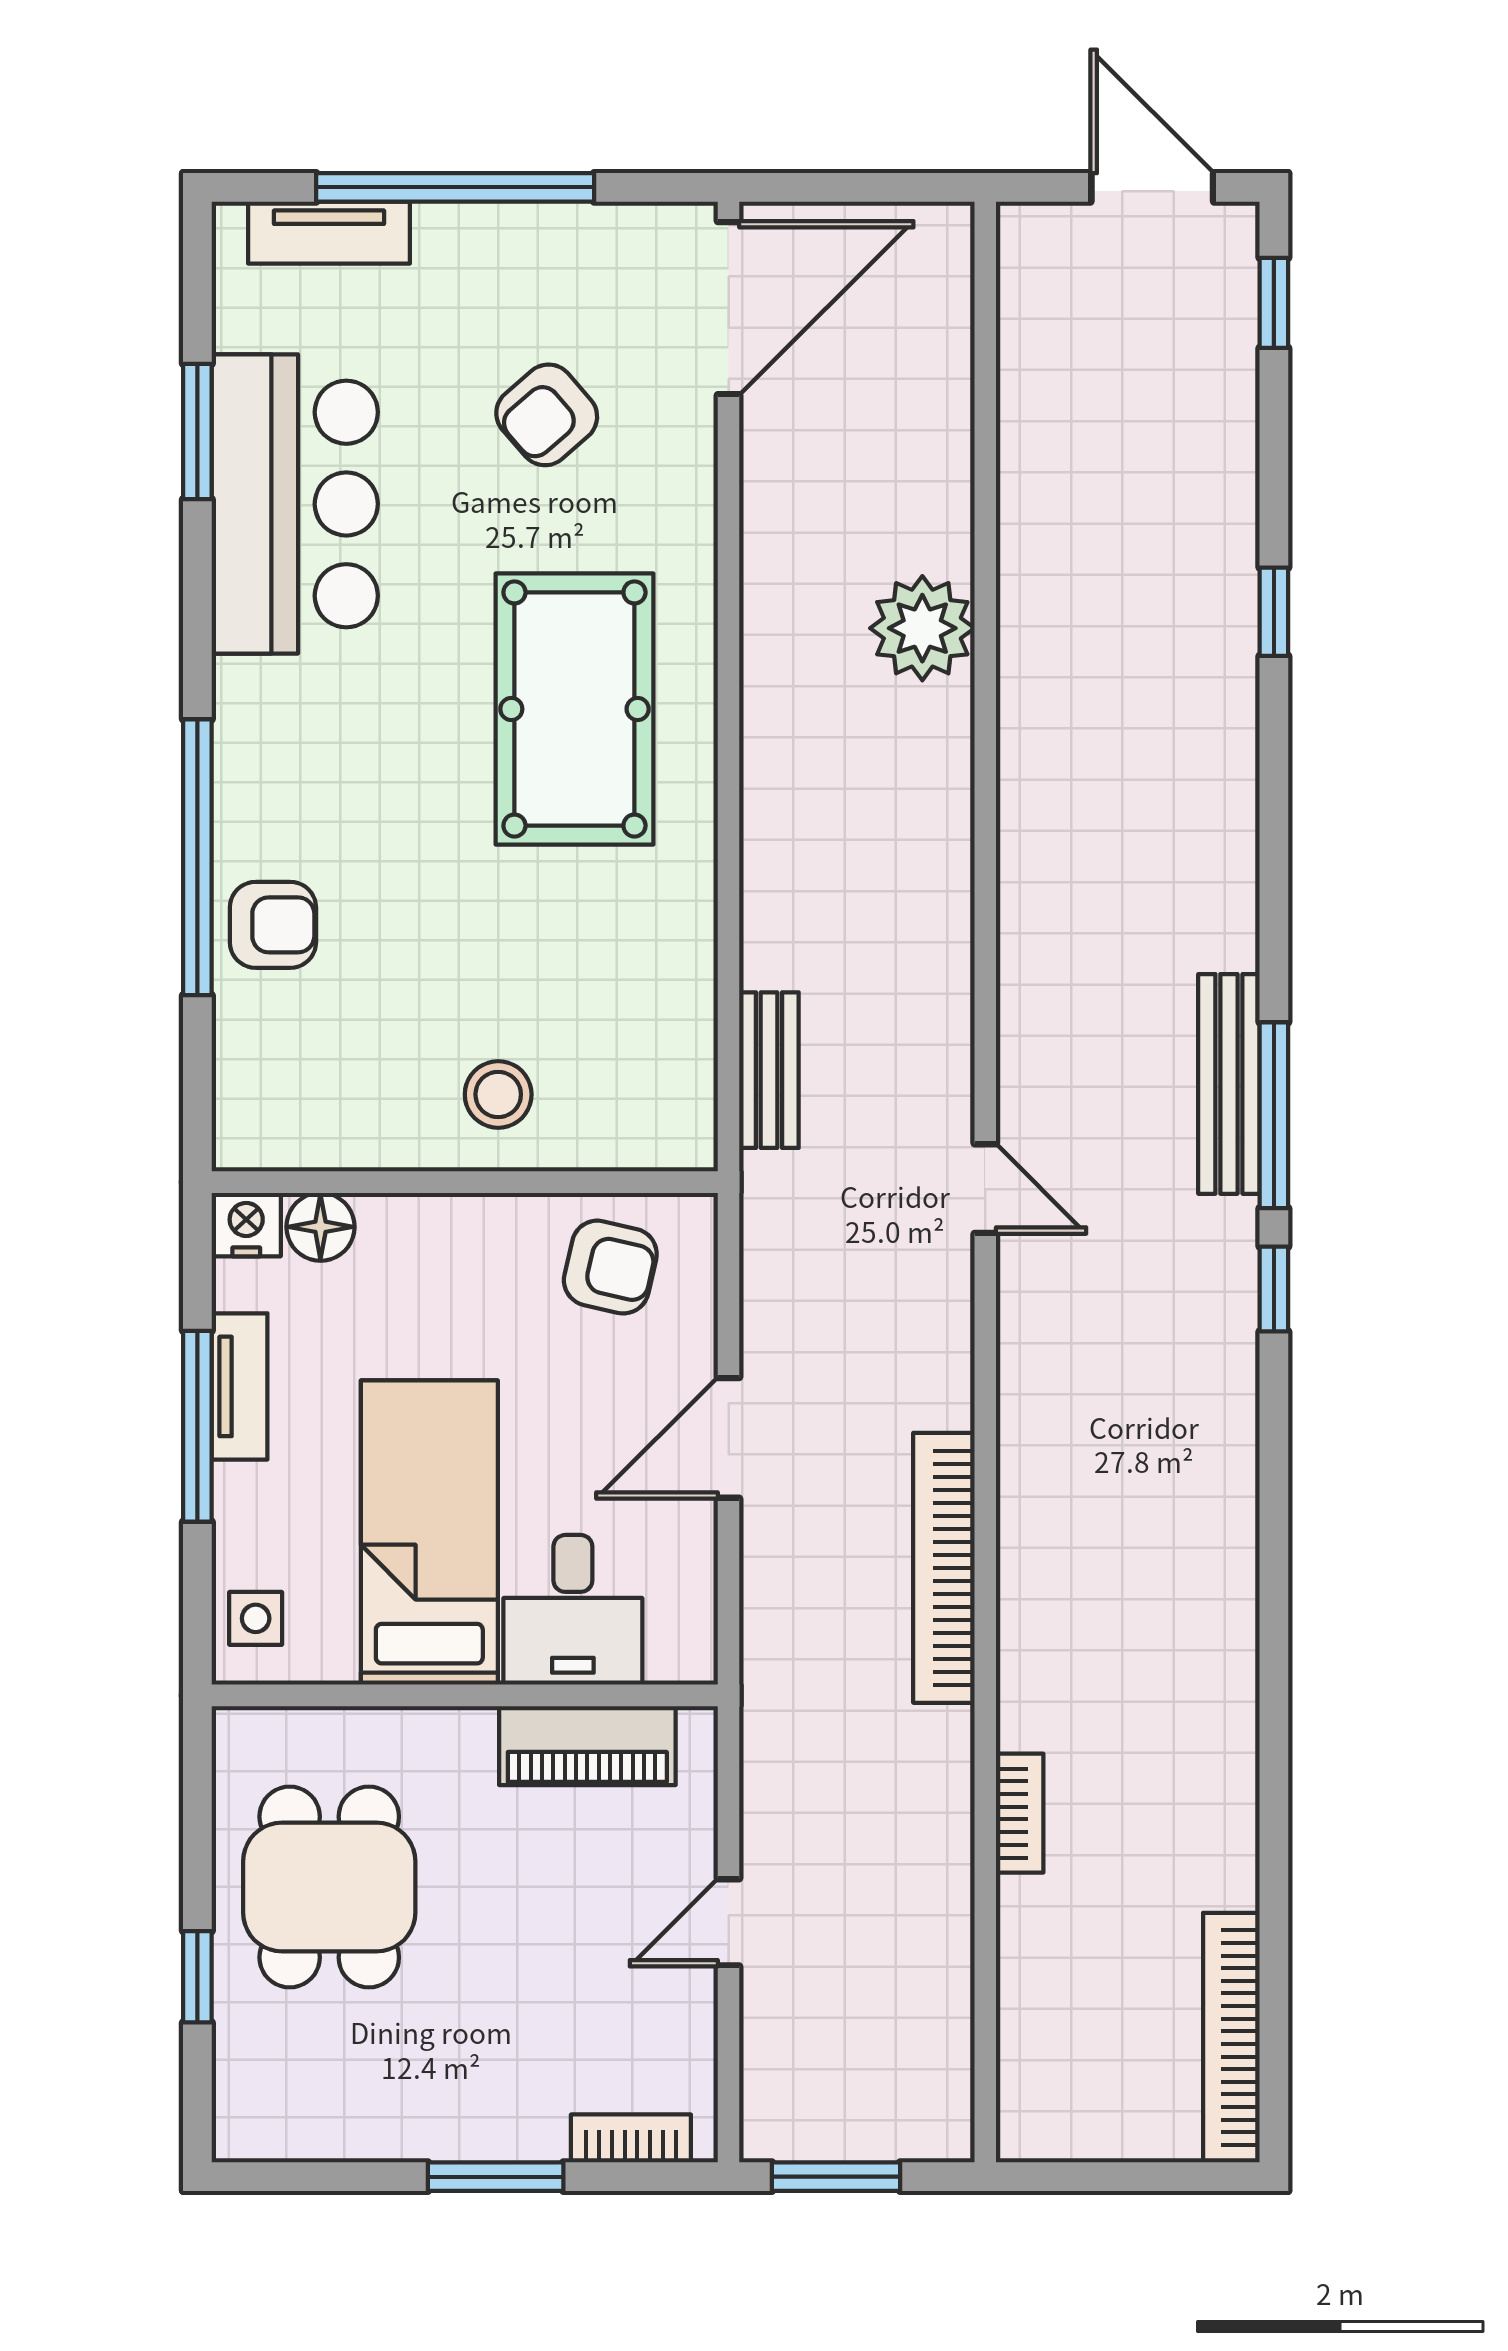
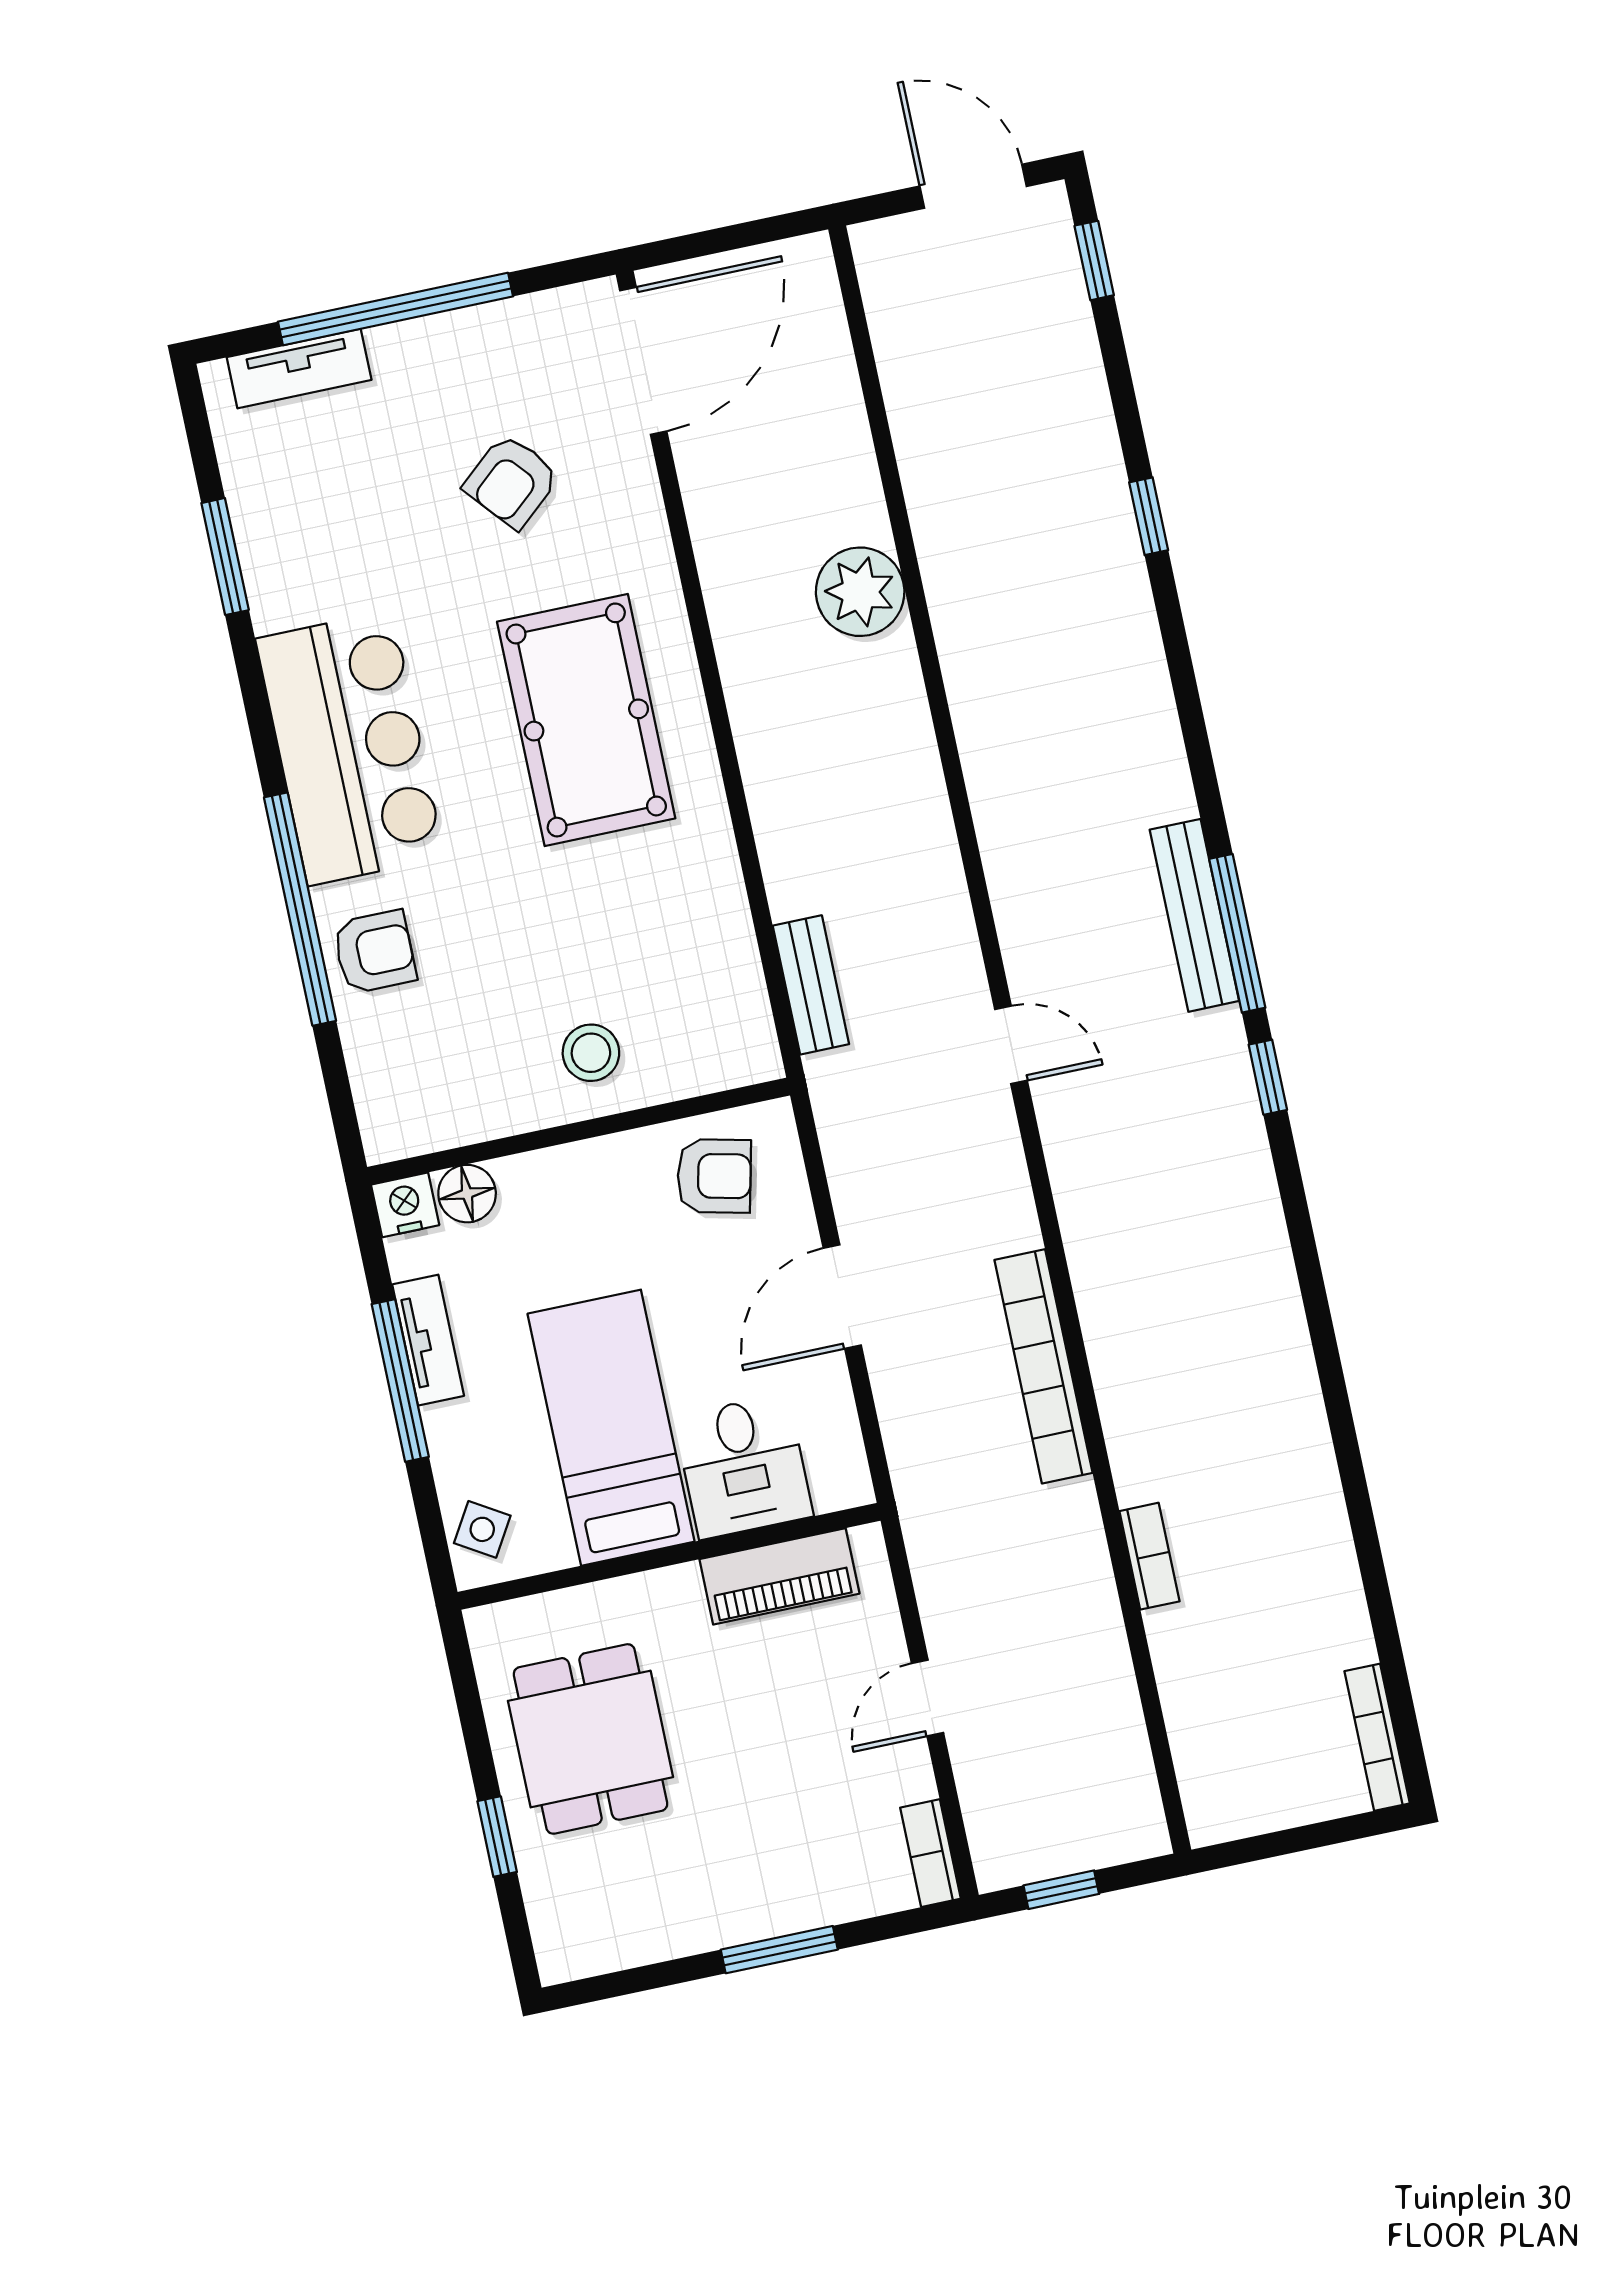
bar counter: (295, 504) -> (350, 748), moved
side table: (256, 1618) -> (482, 1529), turned 31
bookcase: (1231, 2038) -> (1377, 1737), width x0.68, depth x0.76
bookcase: (631, 2138) -> (930, 1853), moved, turned -90
window: (836, 2177) -> (1061, 1890), width x0.67

